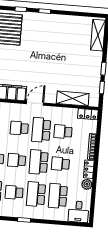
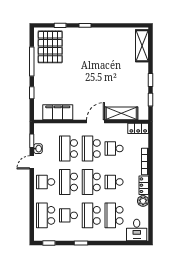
door: (35, 103) -> (95, 122), moved
school desk: (19, 128) -> (68, 149), width x1.85
school desk: (17, 160) -> (68, 182), width x1.85

